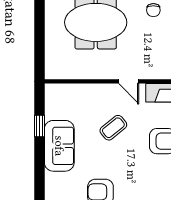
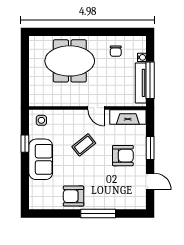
side table: (60, 97) -> (41, 120), added

